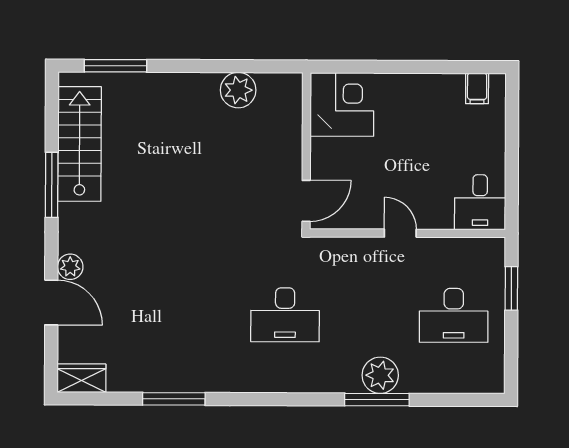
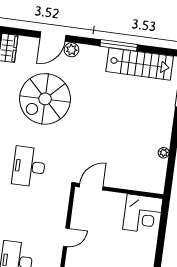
plant: (238, 90) -> (164, 153), width x0.53, depth x0.53
door: (306, 201) -> (91, 187), swing flipped
spiral stairs: (162, 302) -> (45, 99), added

